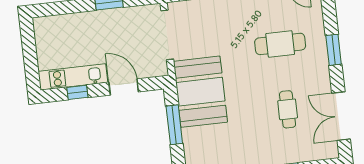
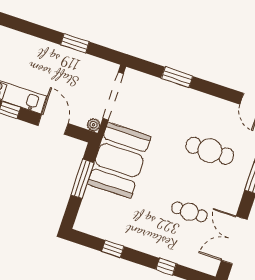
plant: (161, 70) -> (94, 125), added
cafe table: (288, 109) -> (189, 212), turned 90

